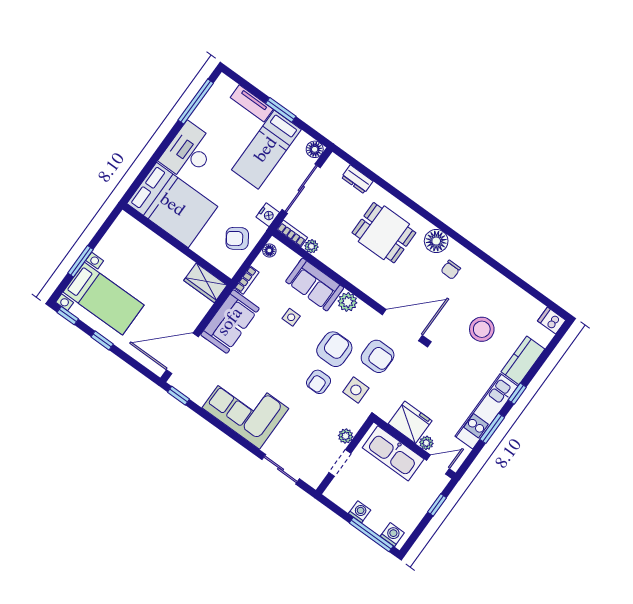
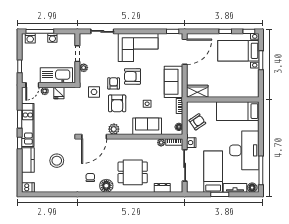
floor lamp: (315, 149) -> (252, 188), moved
desk: (189, 152) -> (244, 150), width x1.36, depth x1.30
bed: (172, 205) -> (238, 111), width x0.67
plant: (347, 302) -> (114, 129), moved
armchair: (378, 356) -> (132, 76), moved
fridge: (410, 422) -> (59, 93), width x0.53, depth x0.75

